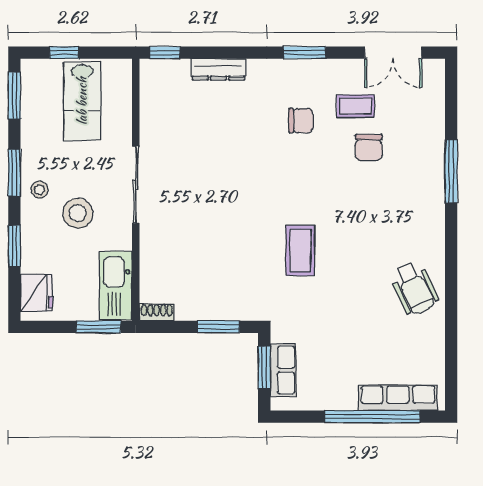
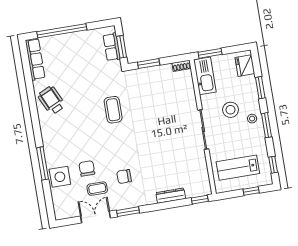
double door: (393, 53) -> (96, 217), moved
window: (14, 96) -> (273, 165), width x0.67
lab bench: (82, 101) -> (238, 168), turned -90
side table: (422, 140) -> (60, 177), added
row of seats: (398, 398) -> (35, 59), moved, turned -90

